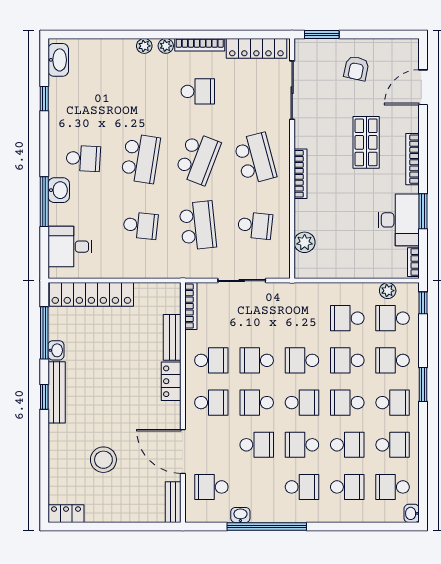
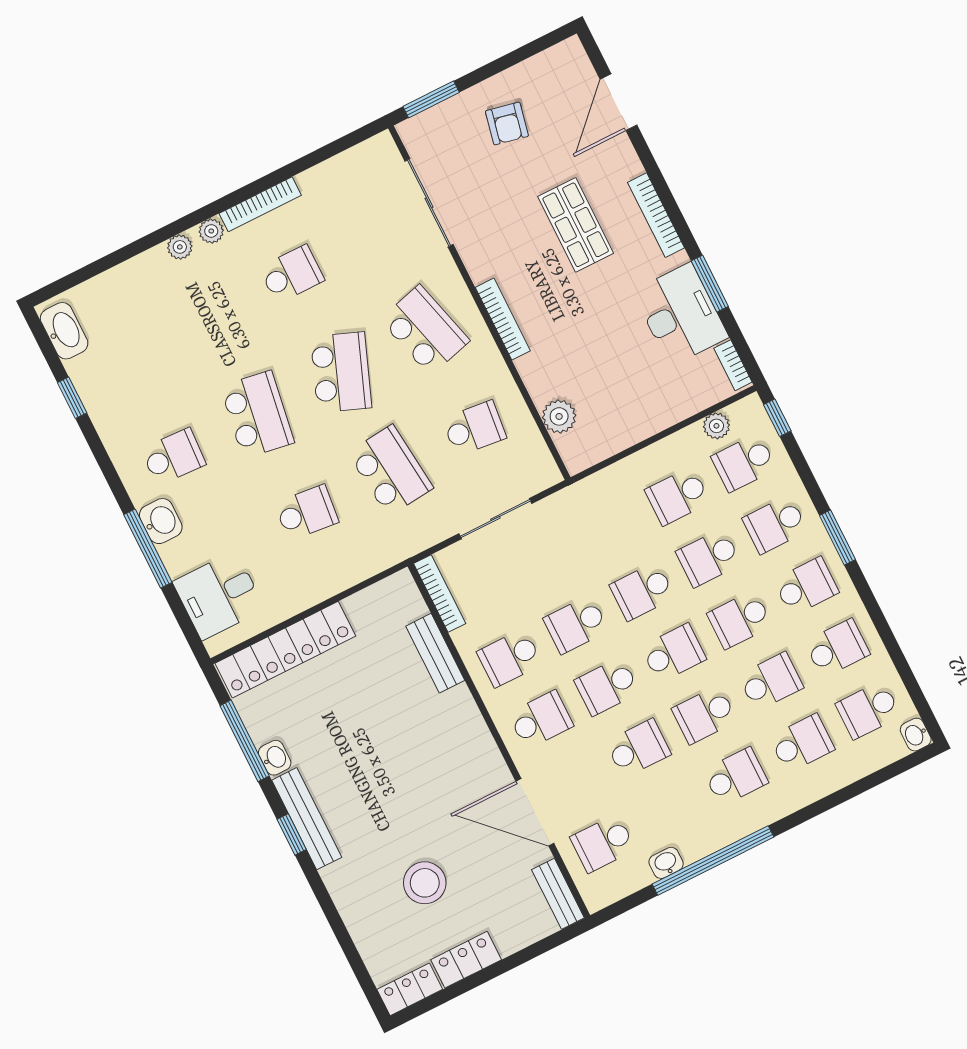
locker: (256, 48) -> (346, 168), removed
school desk: (211, 360) -> (510, 658), turned 180
locker: (171, 381) -> (466, 960), moved, turned 90

